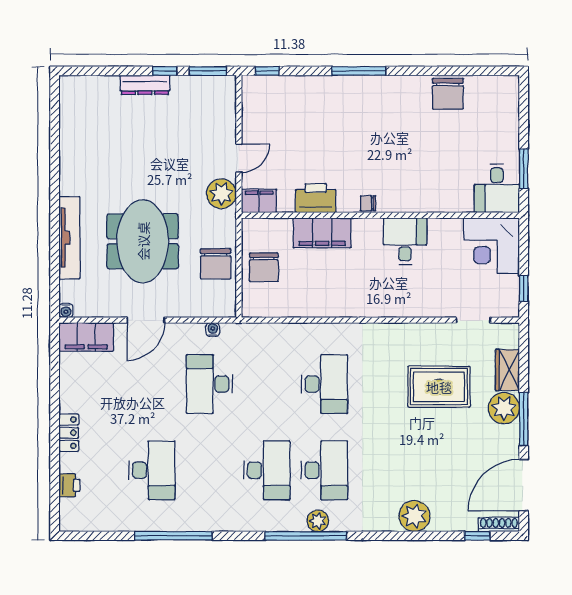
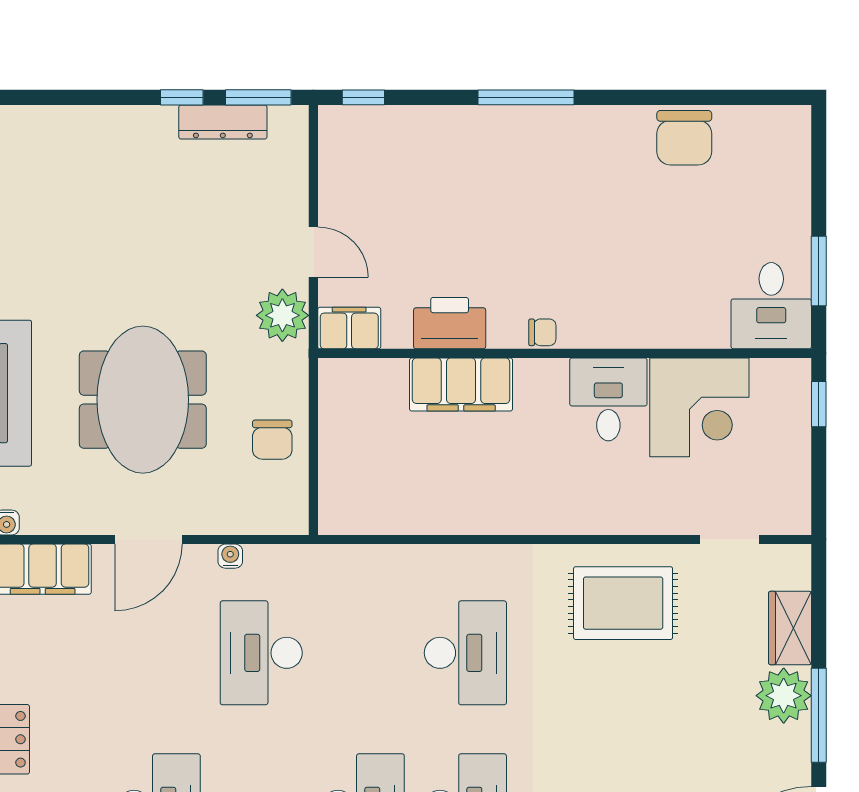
dresser: (145, 85) -> (223, 122), moved
door: (239, 158) -> (313, 252), hinge flipped
chair: (368, 203) -> (542, 332), turned 180
corner desk: (492, 246) -> (699, 407), moved, turned -90
chair: (216, 264) -> (272, 440), width x0.73, depth x0.73
chair: (264, 267) -> (358, 446), removed
window: (524, 288) -> (819, 404), moved
water cooler: (213, 330) -> (230, 556), moved
rug: (439, 387) -> (623, 603), moved

